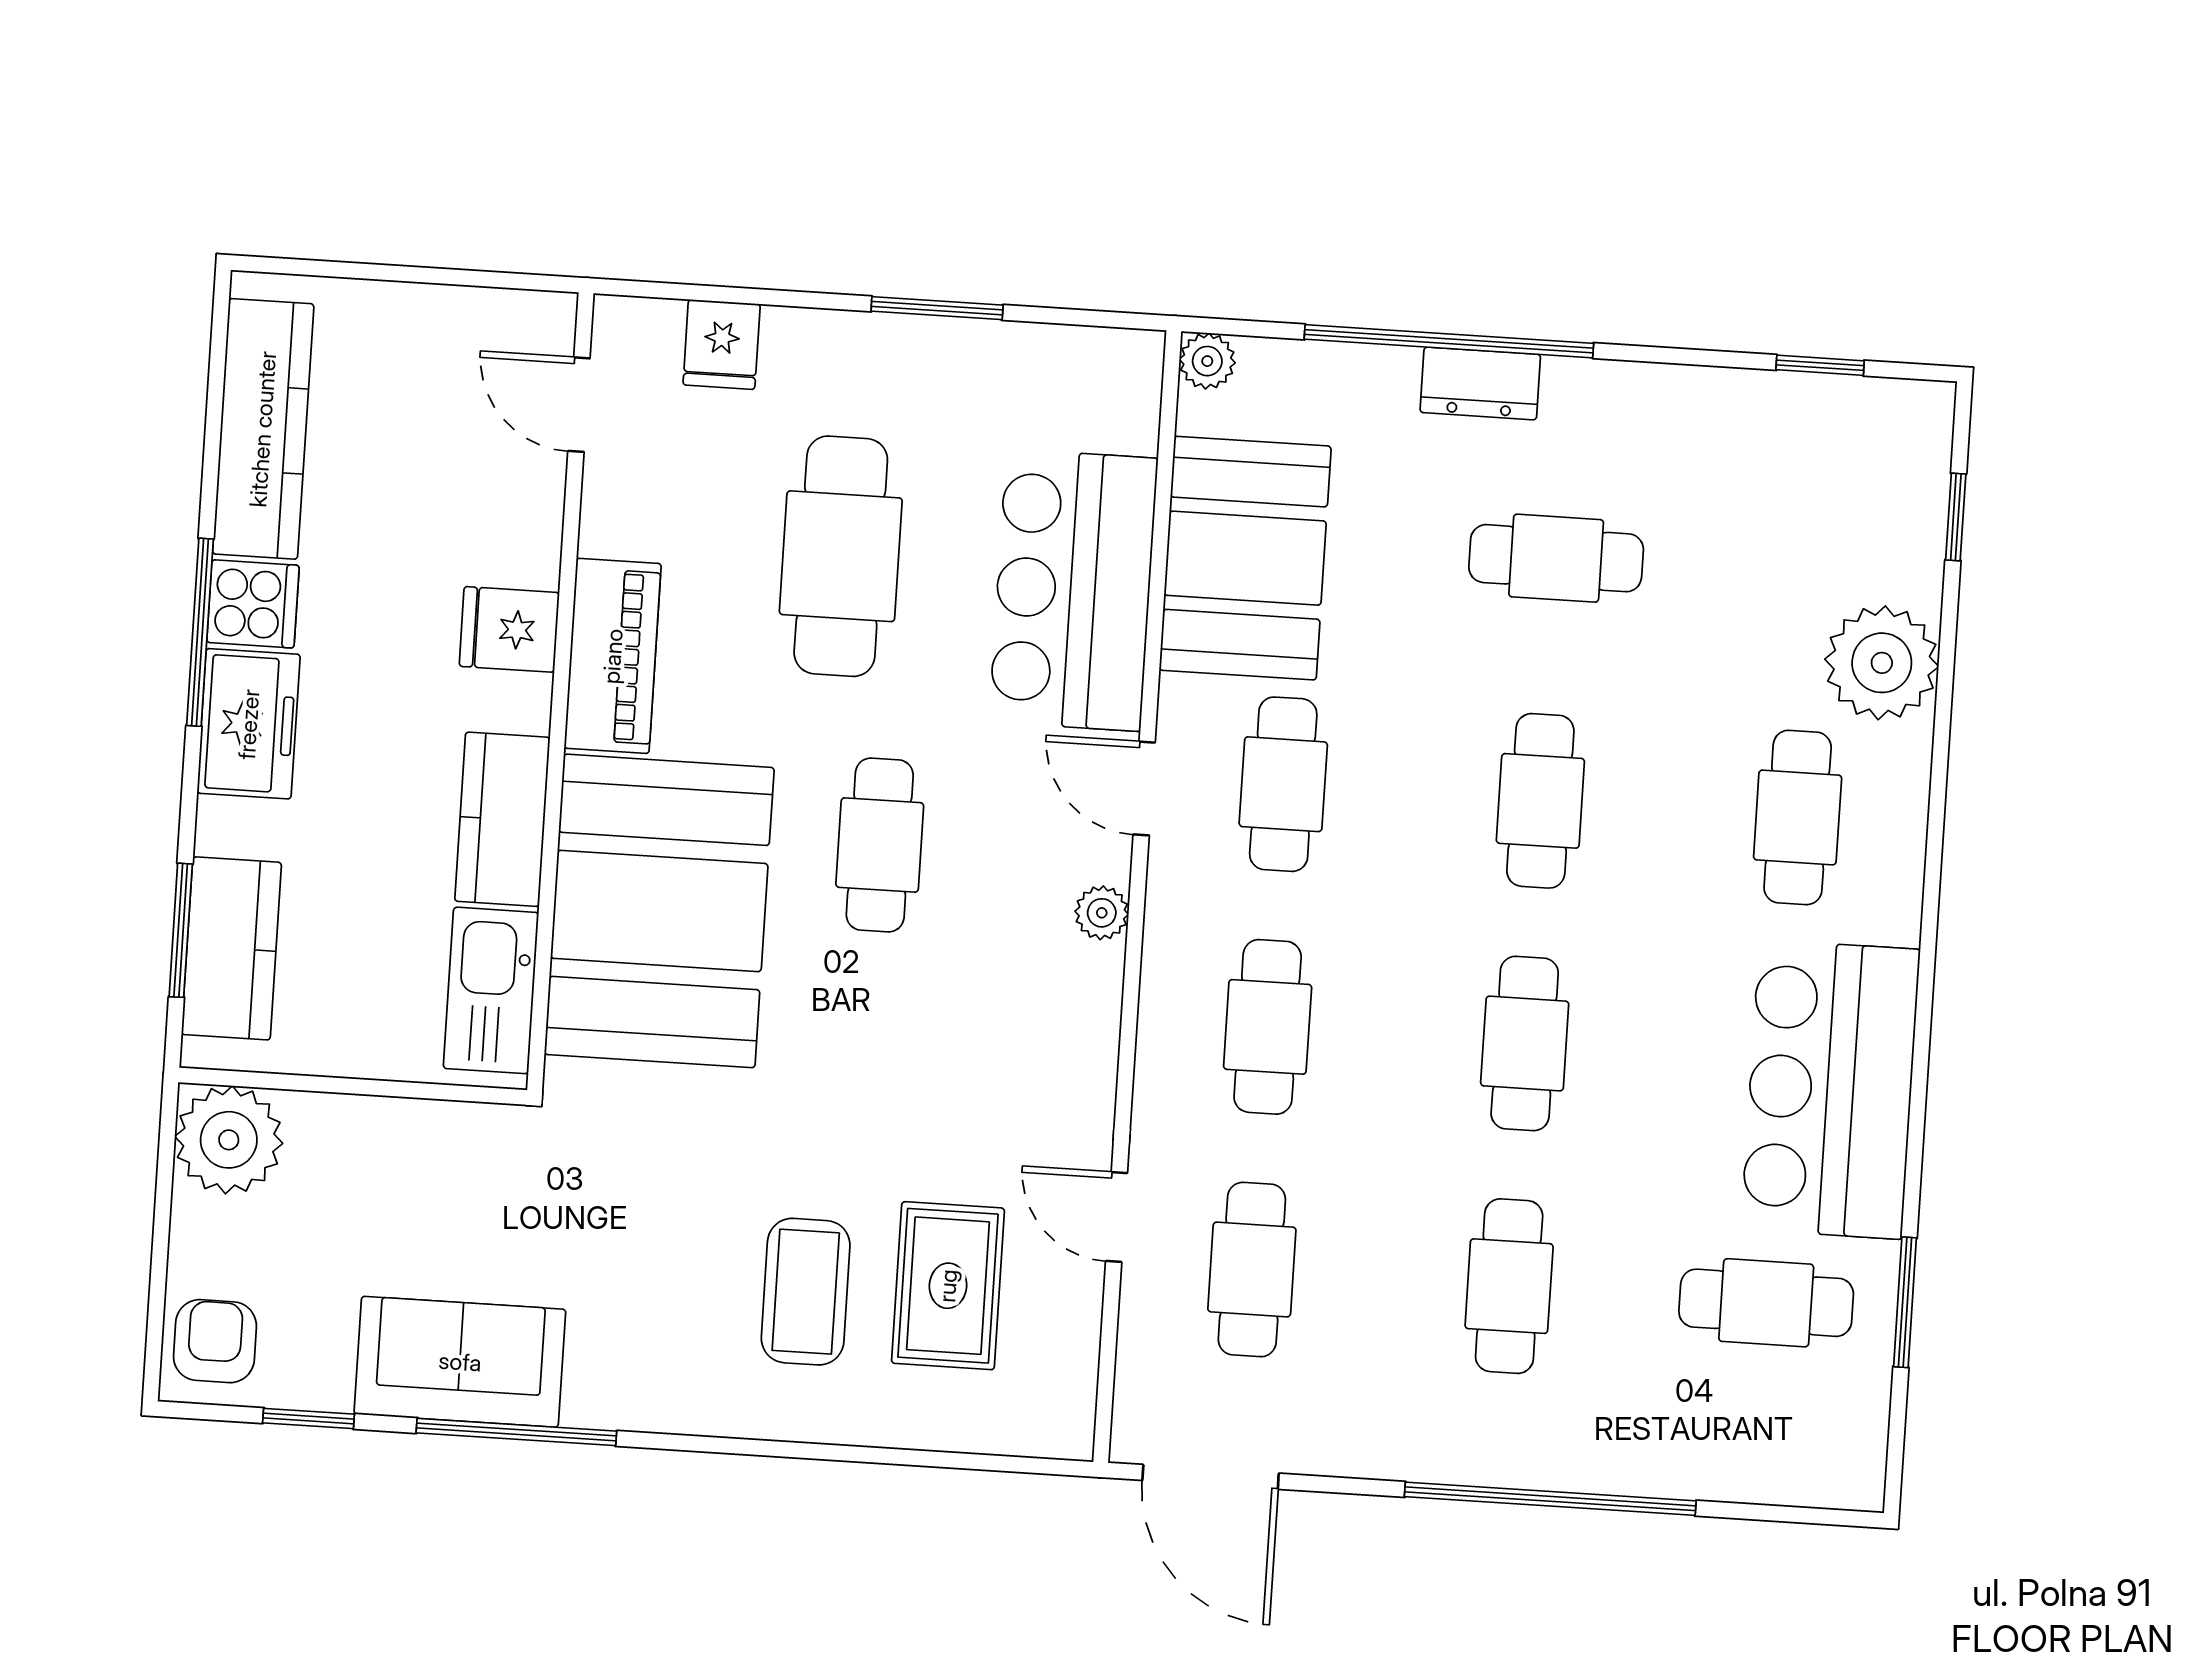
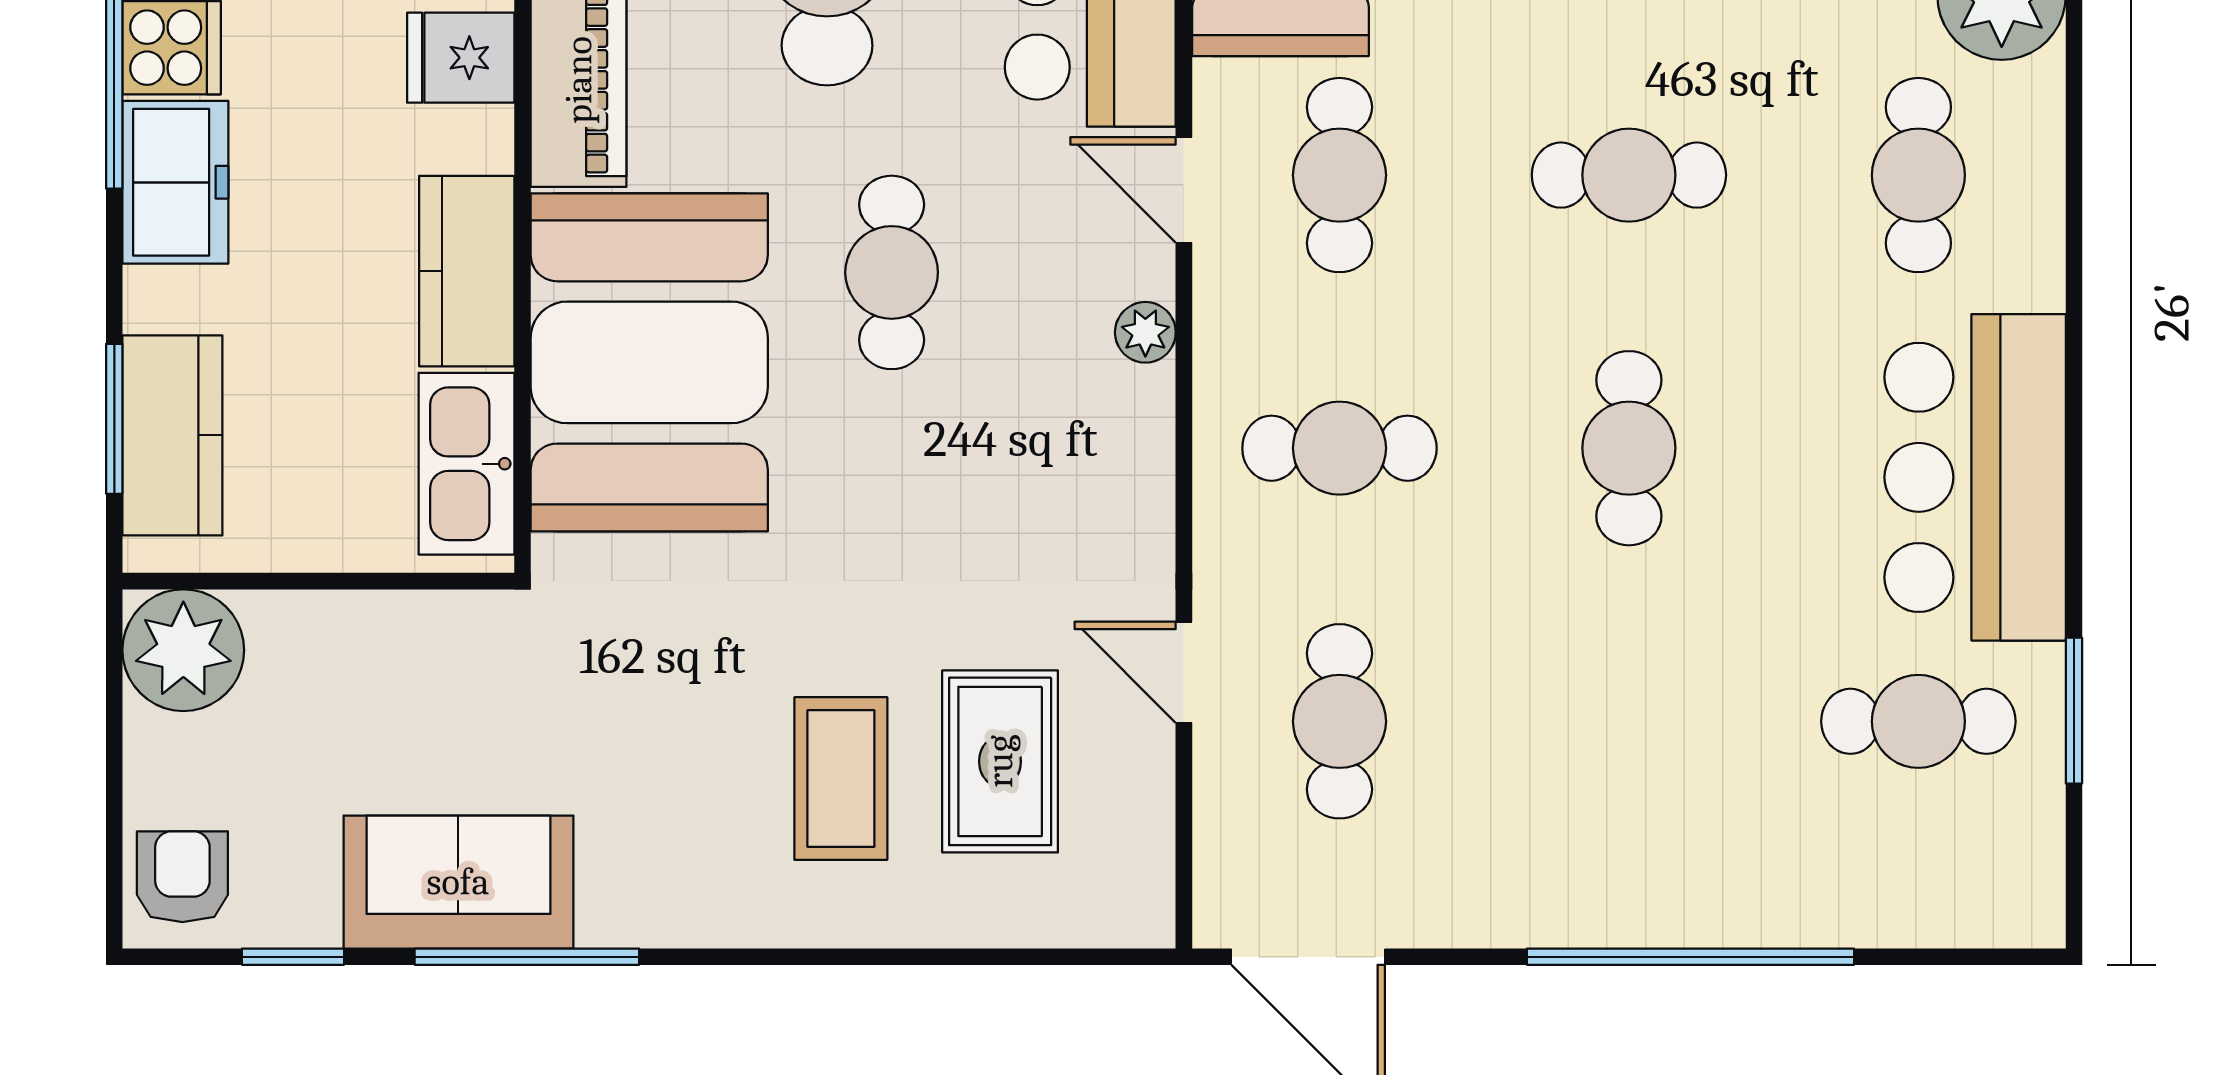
cafe table: (1540, 801) -> (1629, 175), turned 90
cafe table: (1268, 1027) -> (1339, 448), turned 90
cafe table: (1509, 1286) -> (1629, 721), removed

